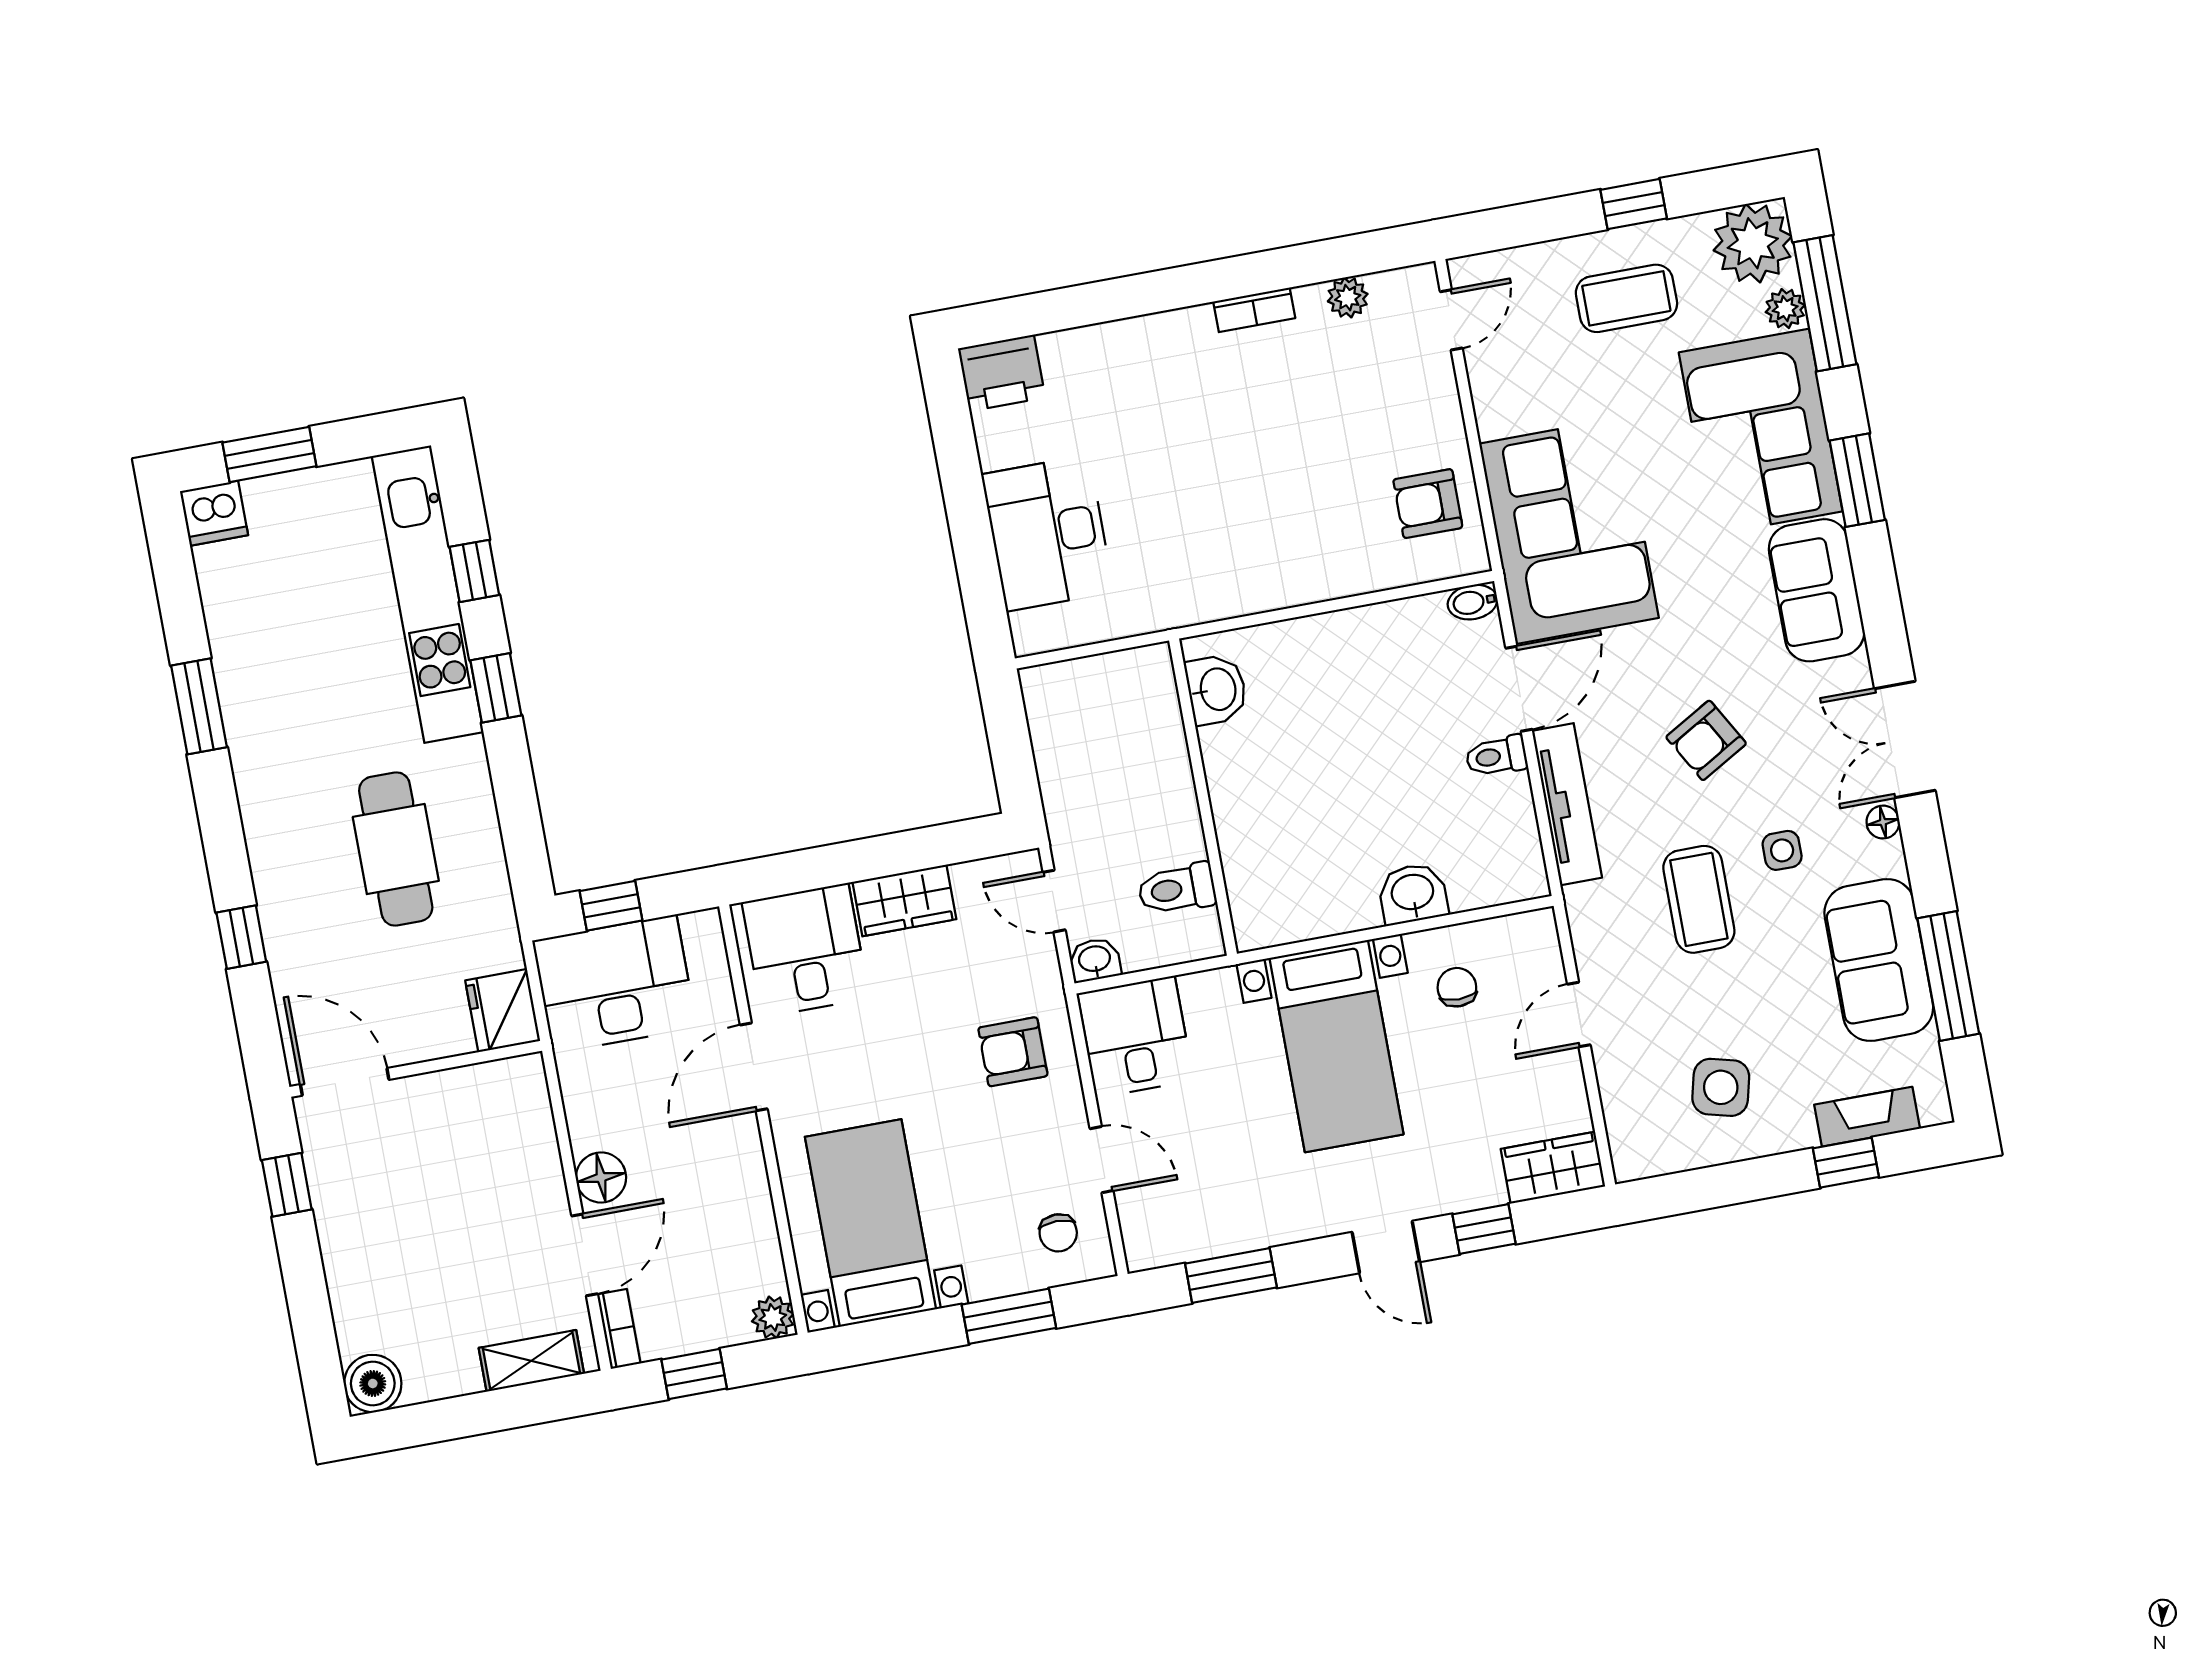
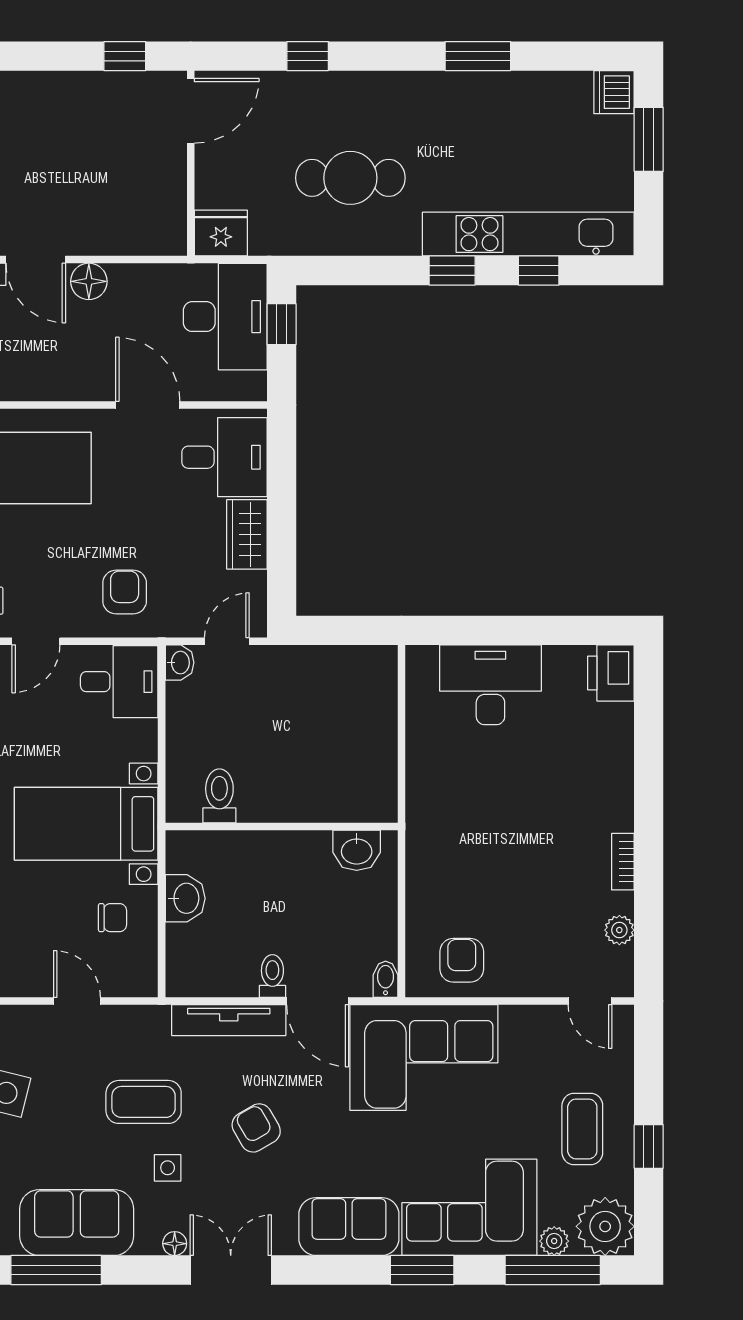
washbasin: (1216, 689) -> (357, 850), moved
wall: (1203, 797) -> (282, 827), moved
toilet: (1177, 889) -> (219, 796), moved

